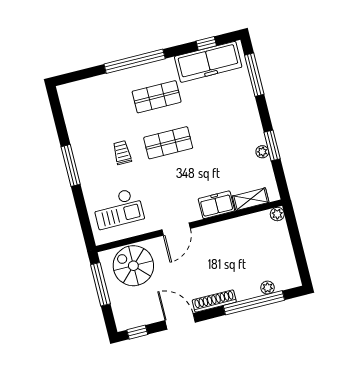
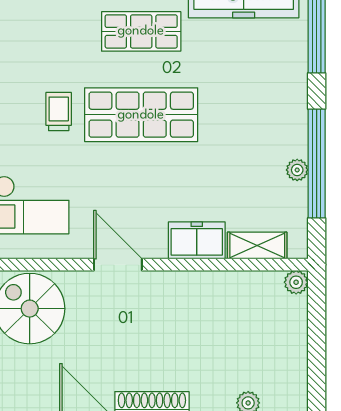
shop shelf: (168, 143) -> (141, 115), width x1.43, depth x1.36
window: (272, 145) -> (317, 164), width x2.11
door: (176, 229) -> (118, 265), swing flipped

